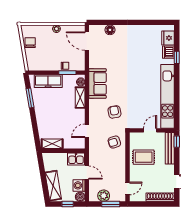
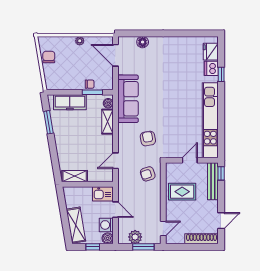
sofa: (98, 83) -> (128, 99), width x1.36

